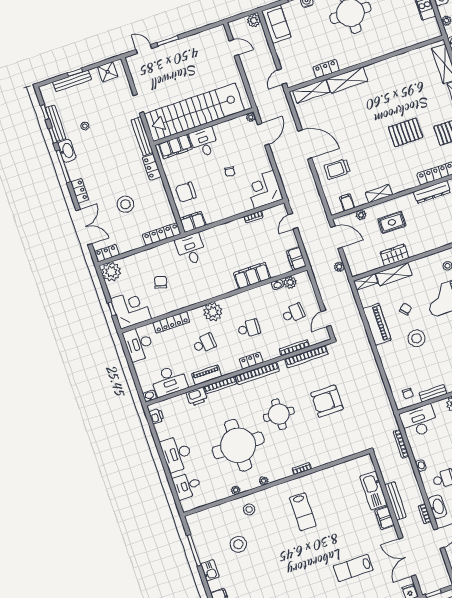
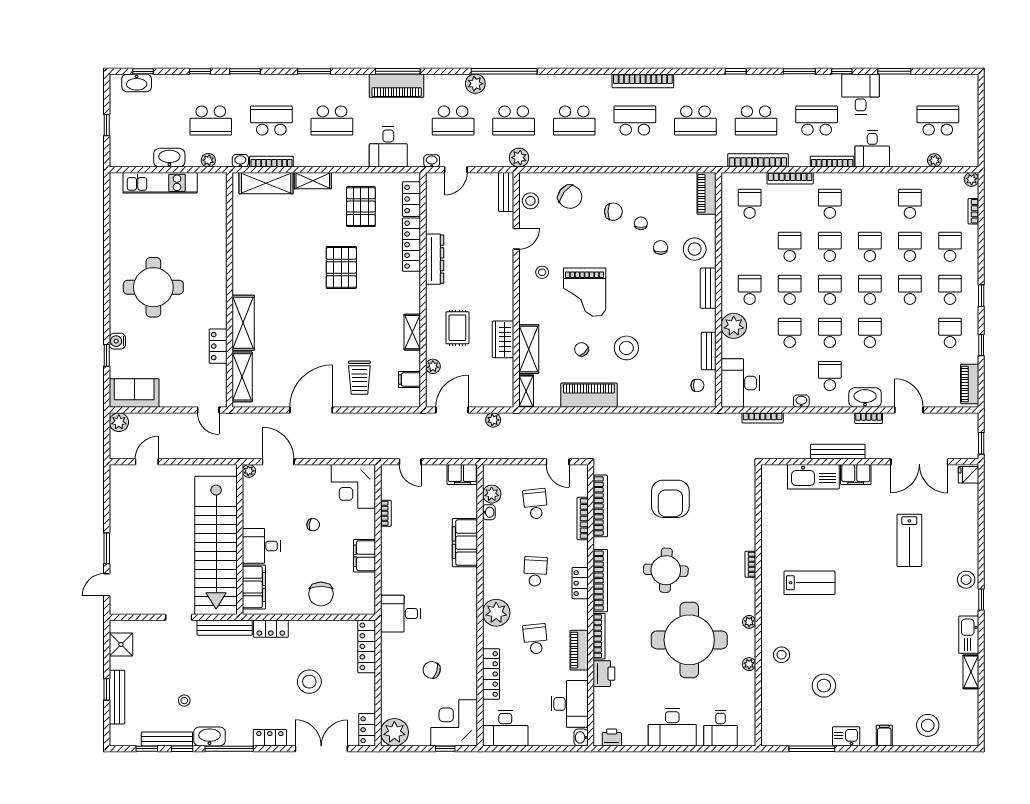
filing cabinet: (193, 222) -> (365, 556), moved

